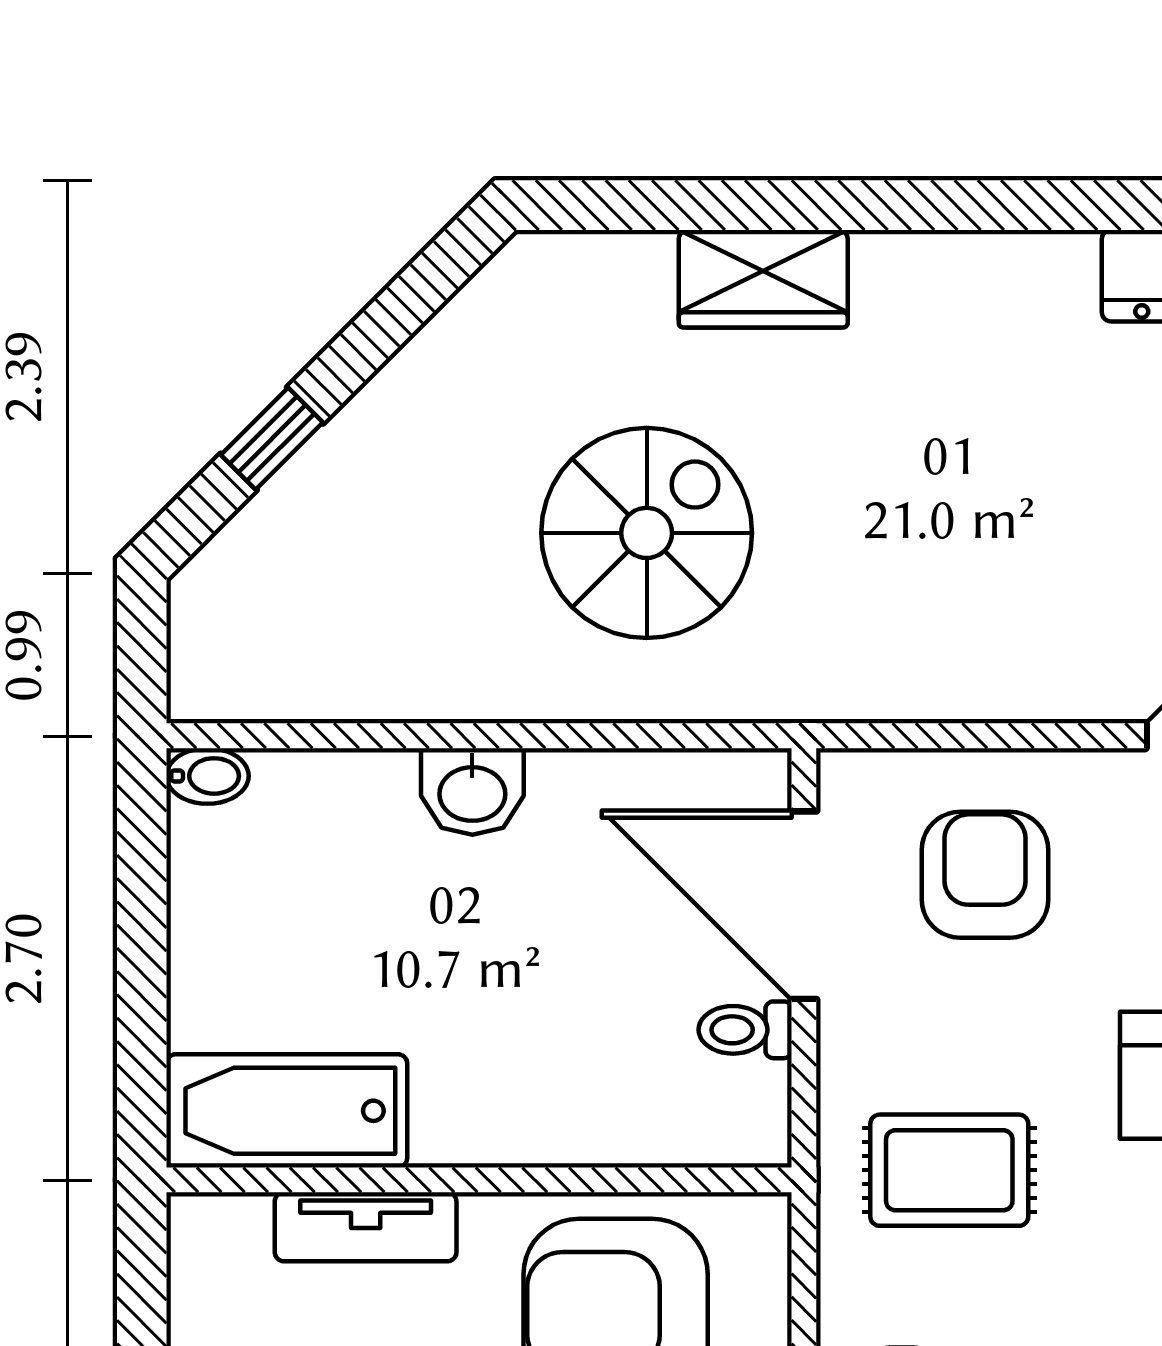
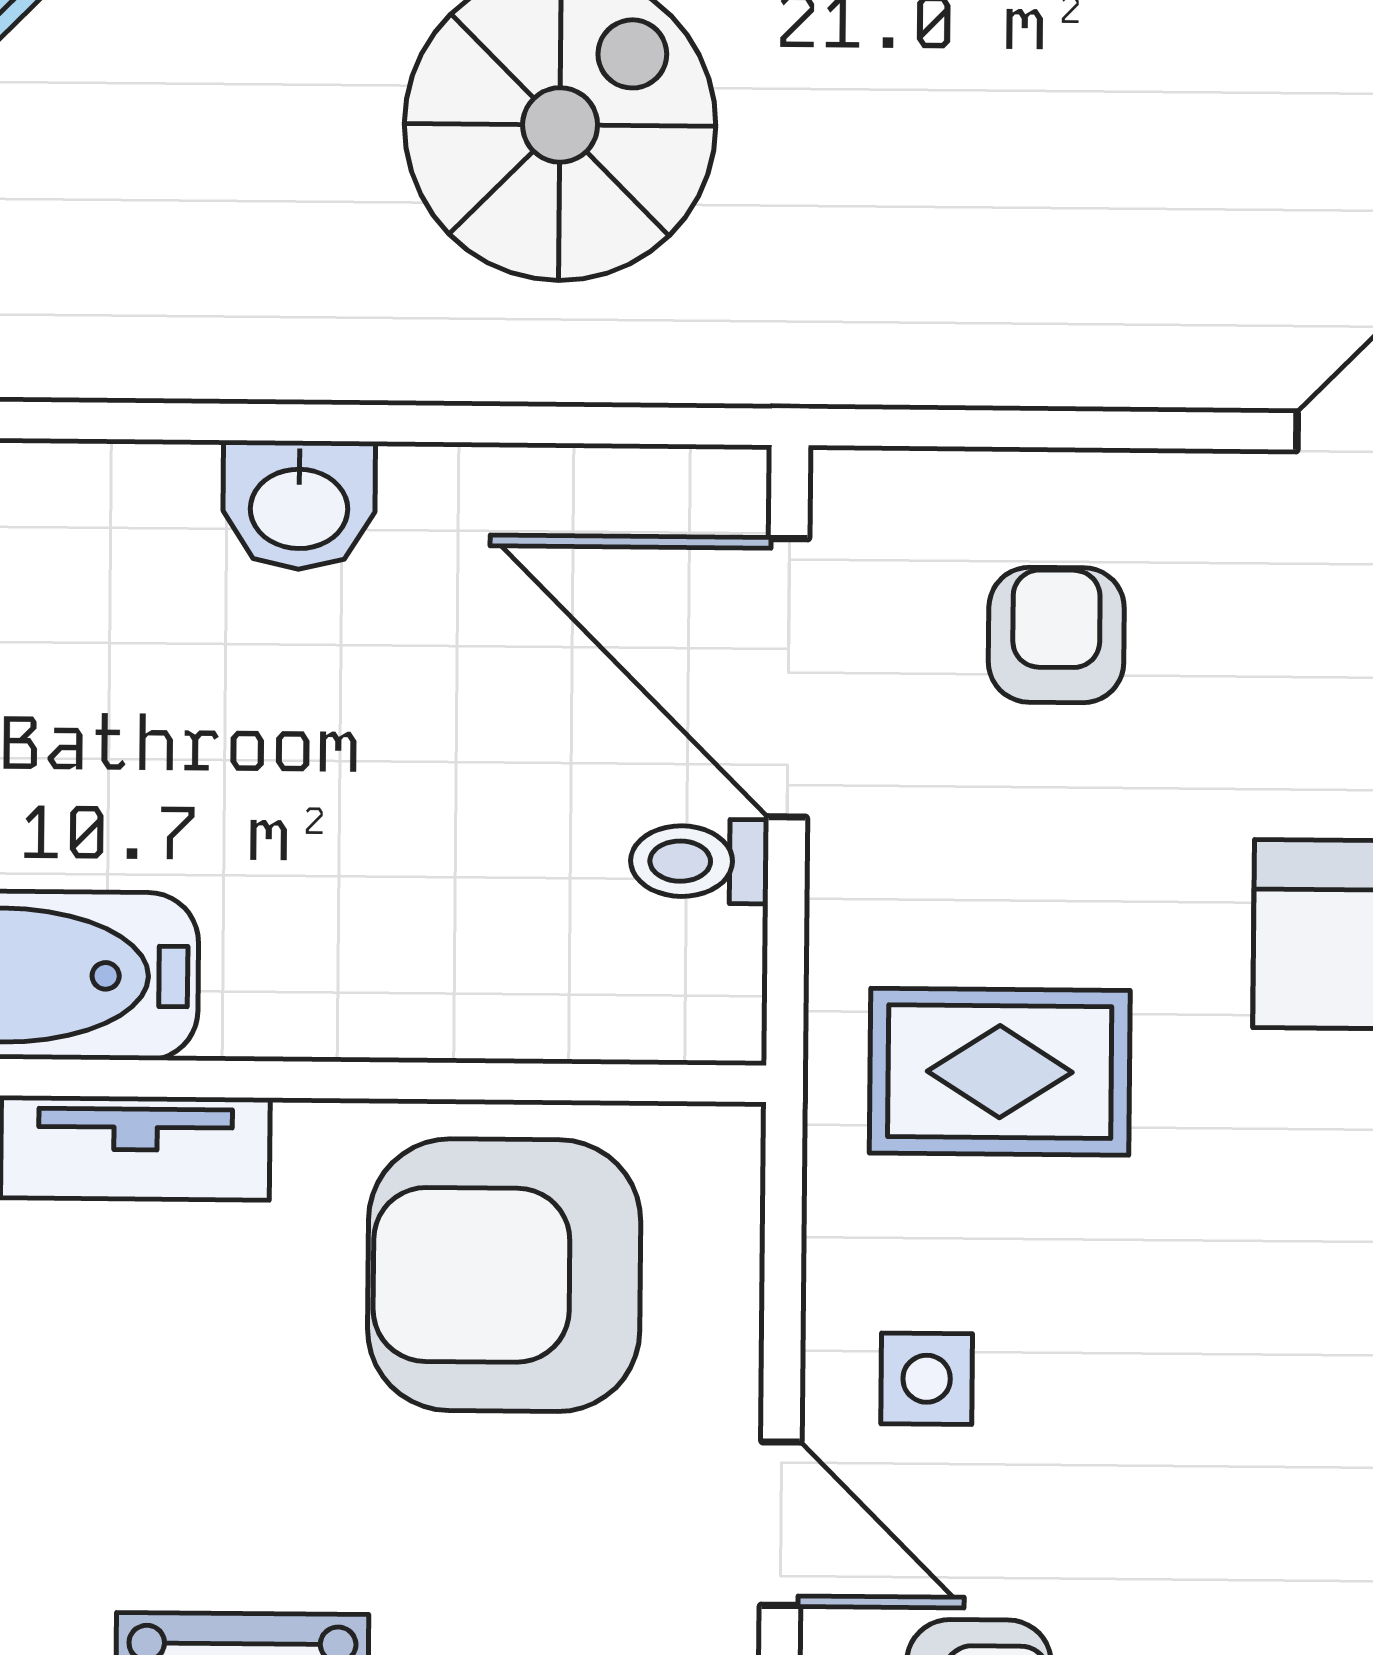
armchair: (985, 875) -> (1056, 635), width x0.72, depth x0.72

